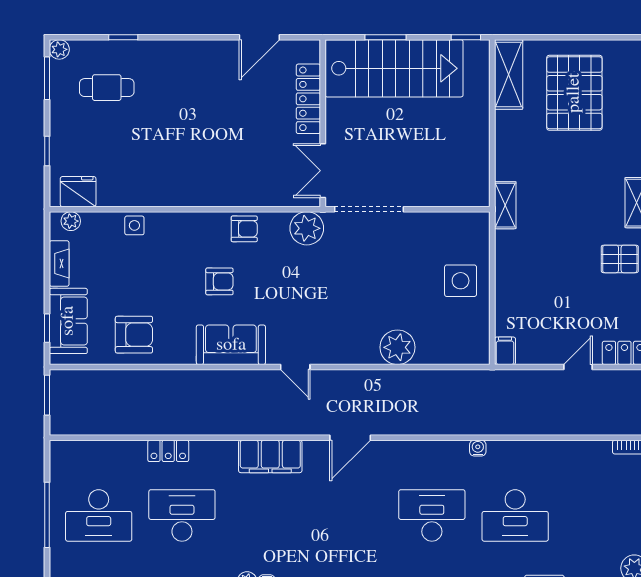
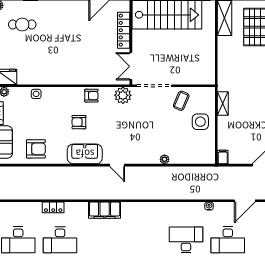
shelving: (505, 205) -> (223, 103), moved
coffee table: (422, 239) -> (181, 101), added
armchair: (219, 281) -> (79, 122), turned 180
plant: (397, 347) -> (164, 159), width x0.53, depth x0.53
door: (350, 438) -> (245, 201), moved
desk: (182, 515) -> (60, 240), turned 180

